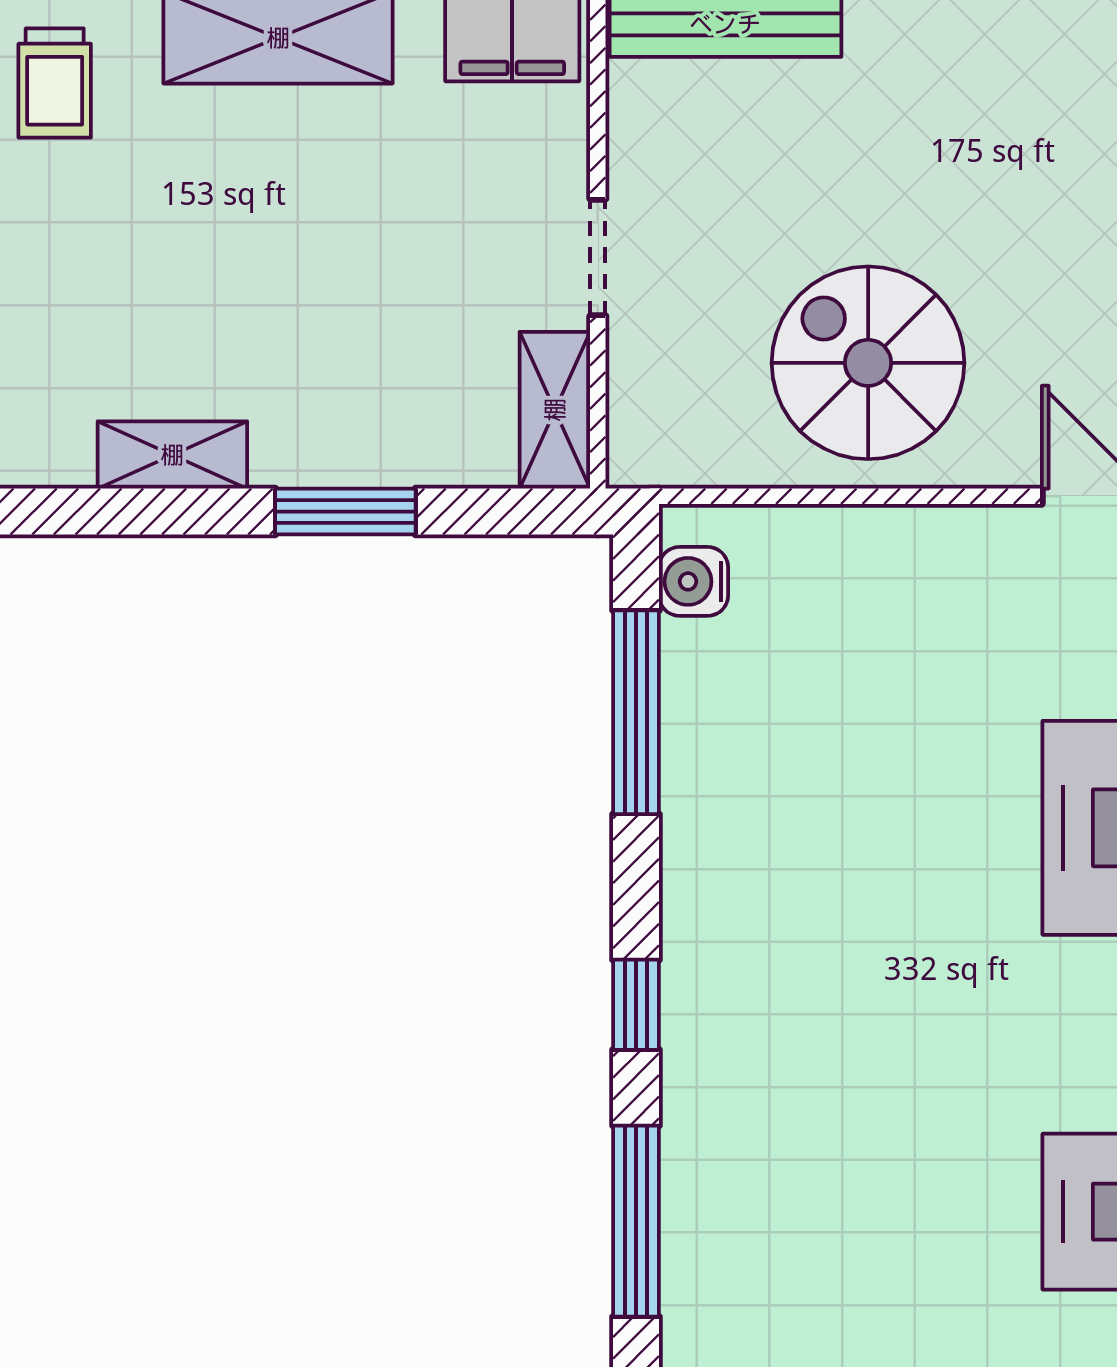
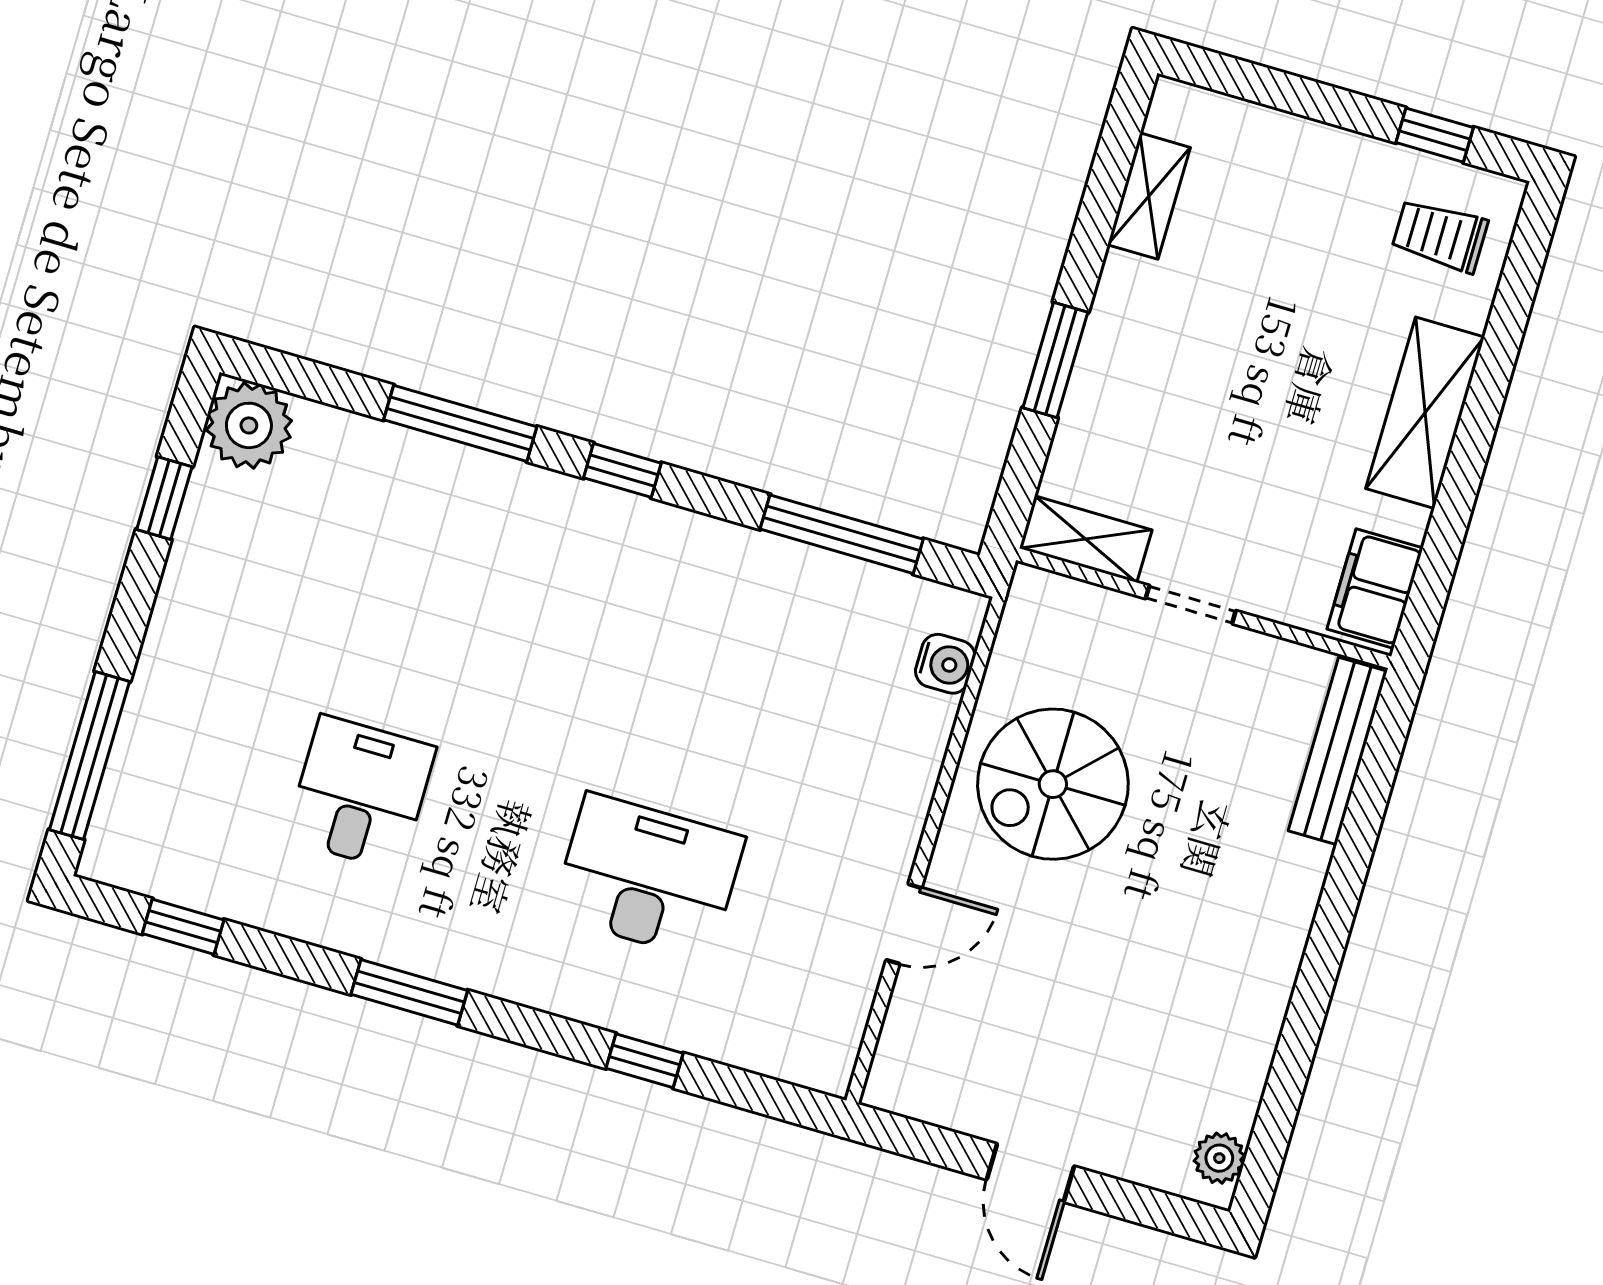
spiral stairs: (868, 363) -> (1053, 784), turned 180
shelving: (172, 455) -> (1149, 196), moved
water cooler: (694, 581) -> (945, 664), moved, turned 90

